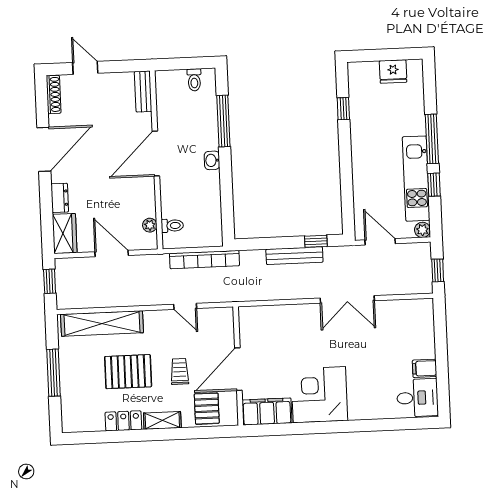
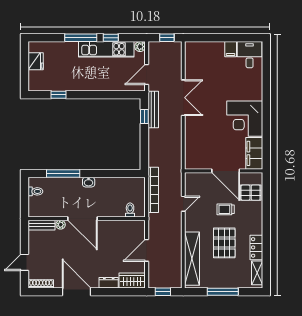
plant: (150, 225) -> (61, 225), moved
bench: (294, 256) -> (153, 109), moved
shelving: (162, 420) -> (257, 273), moved

